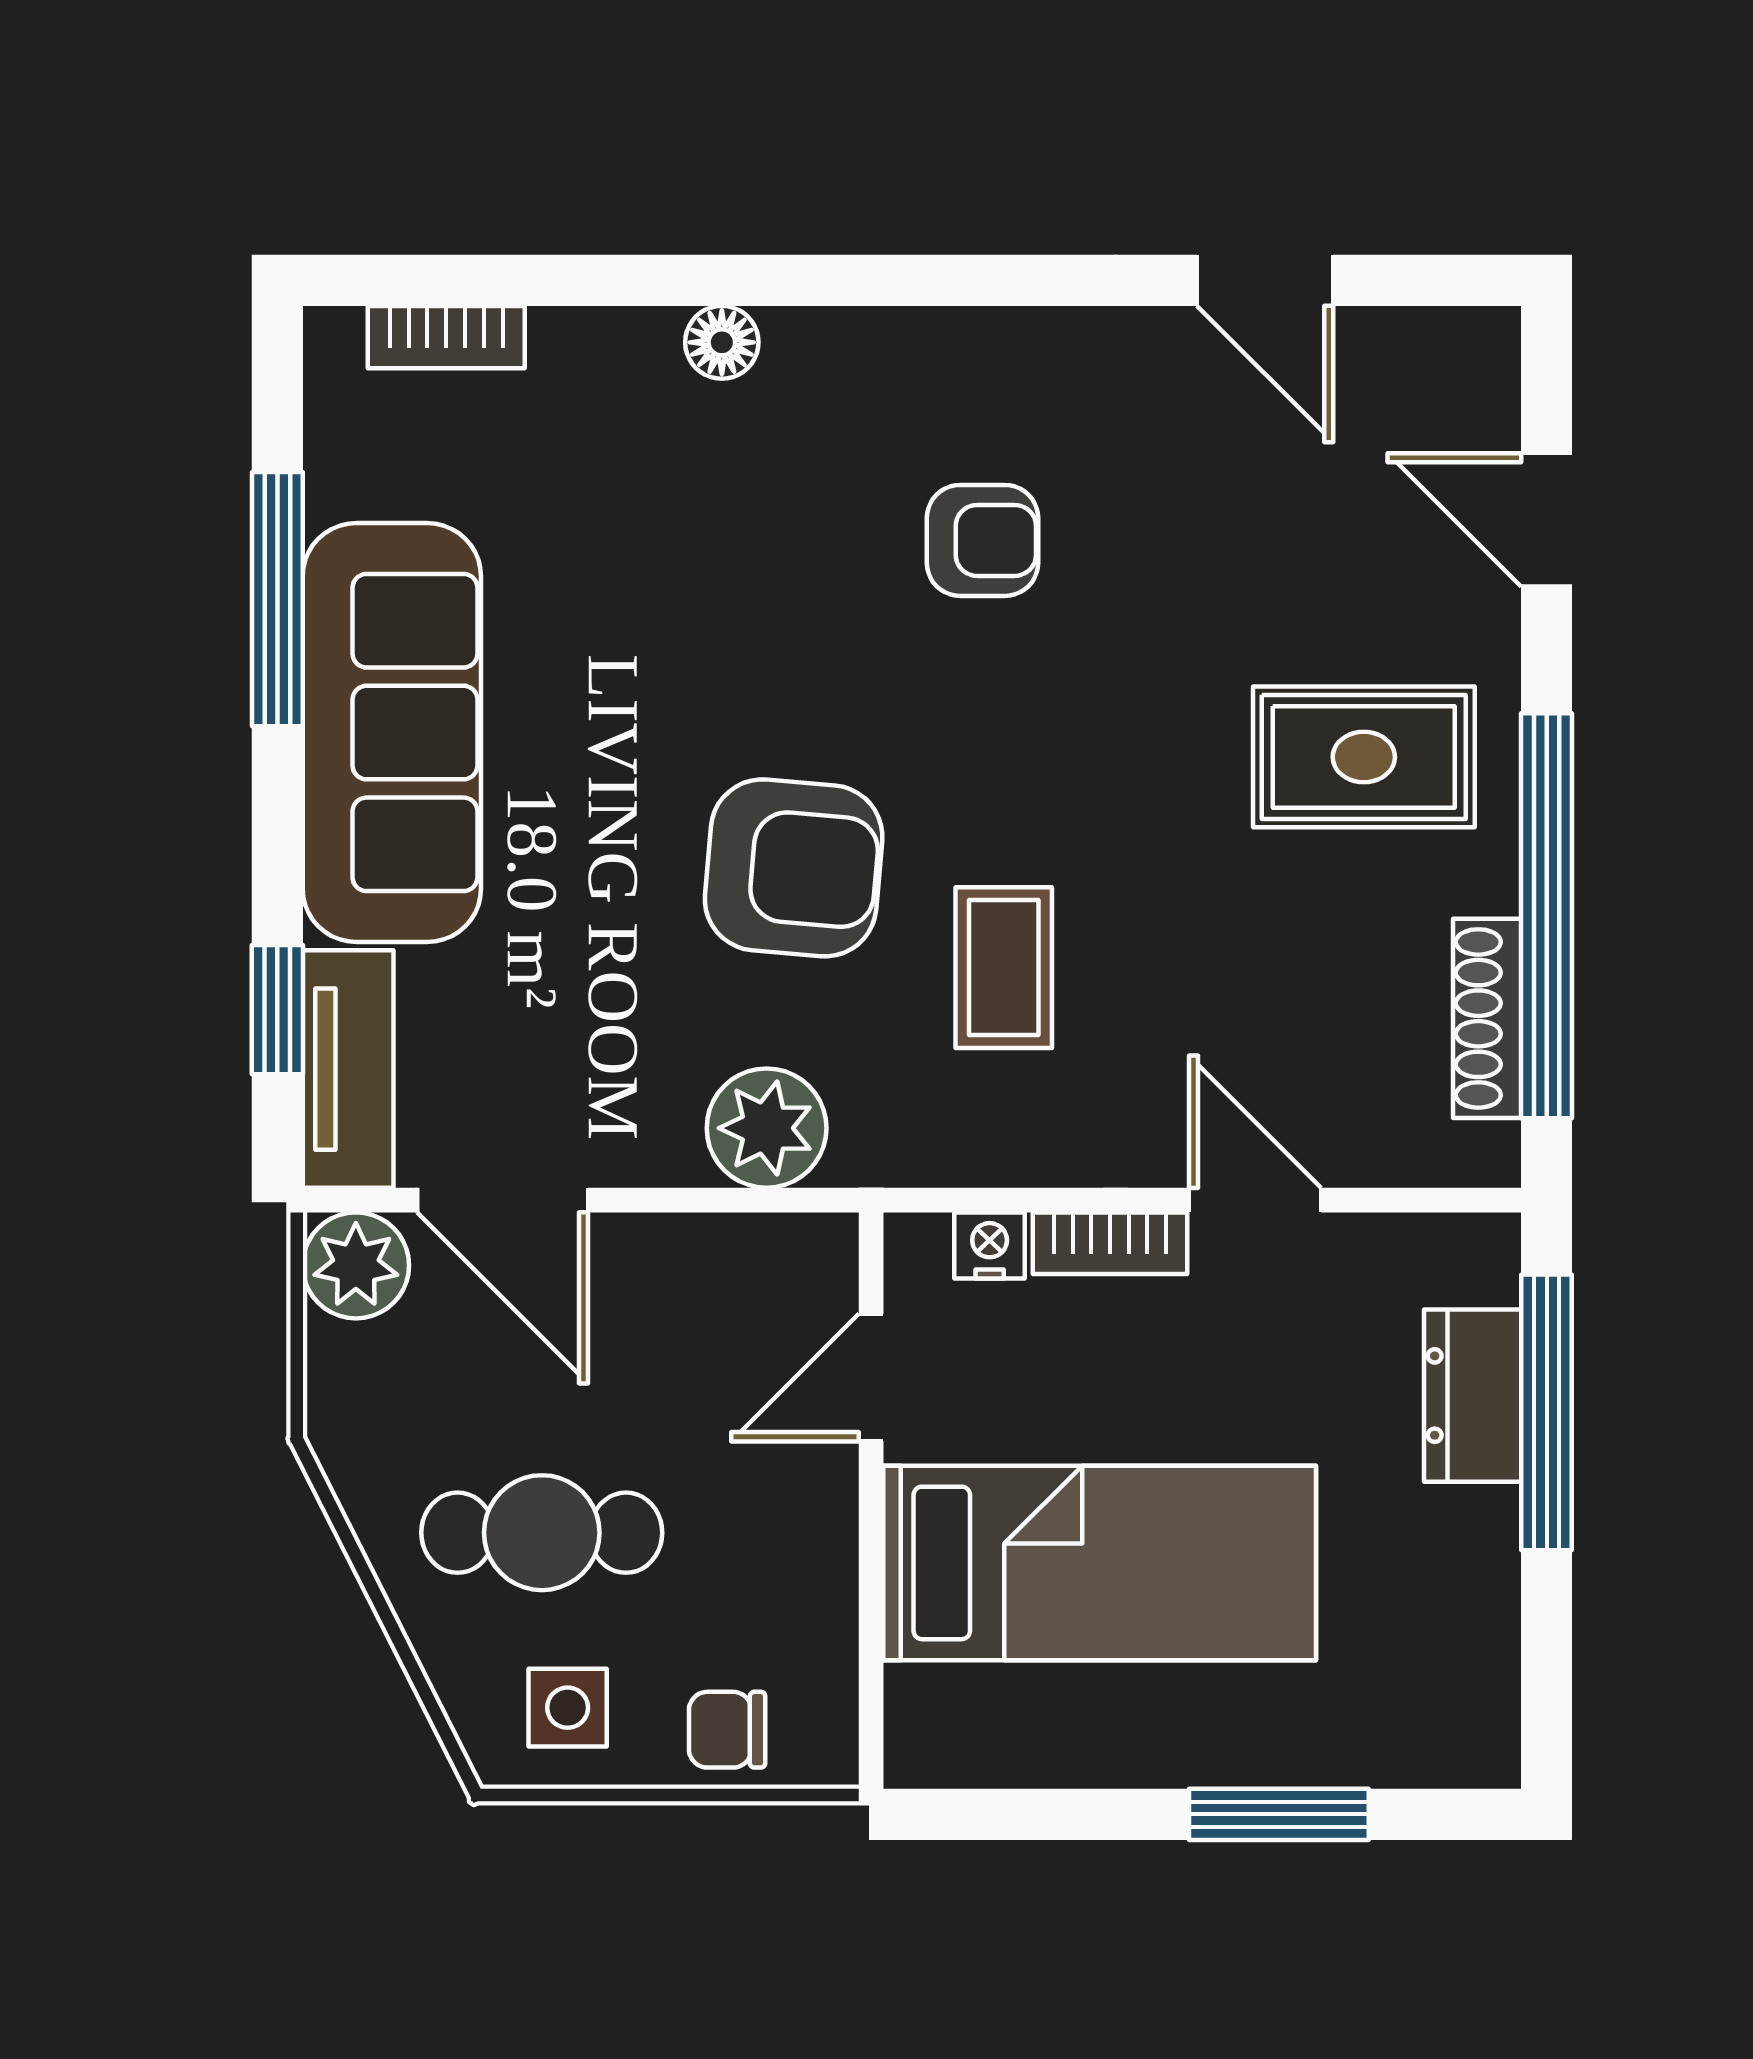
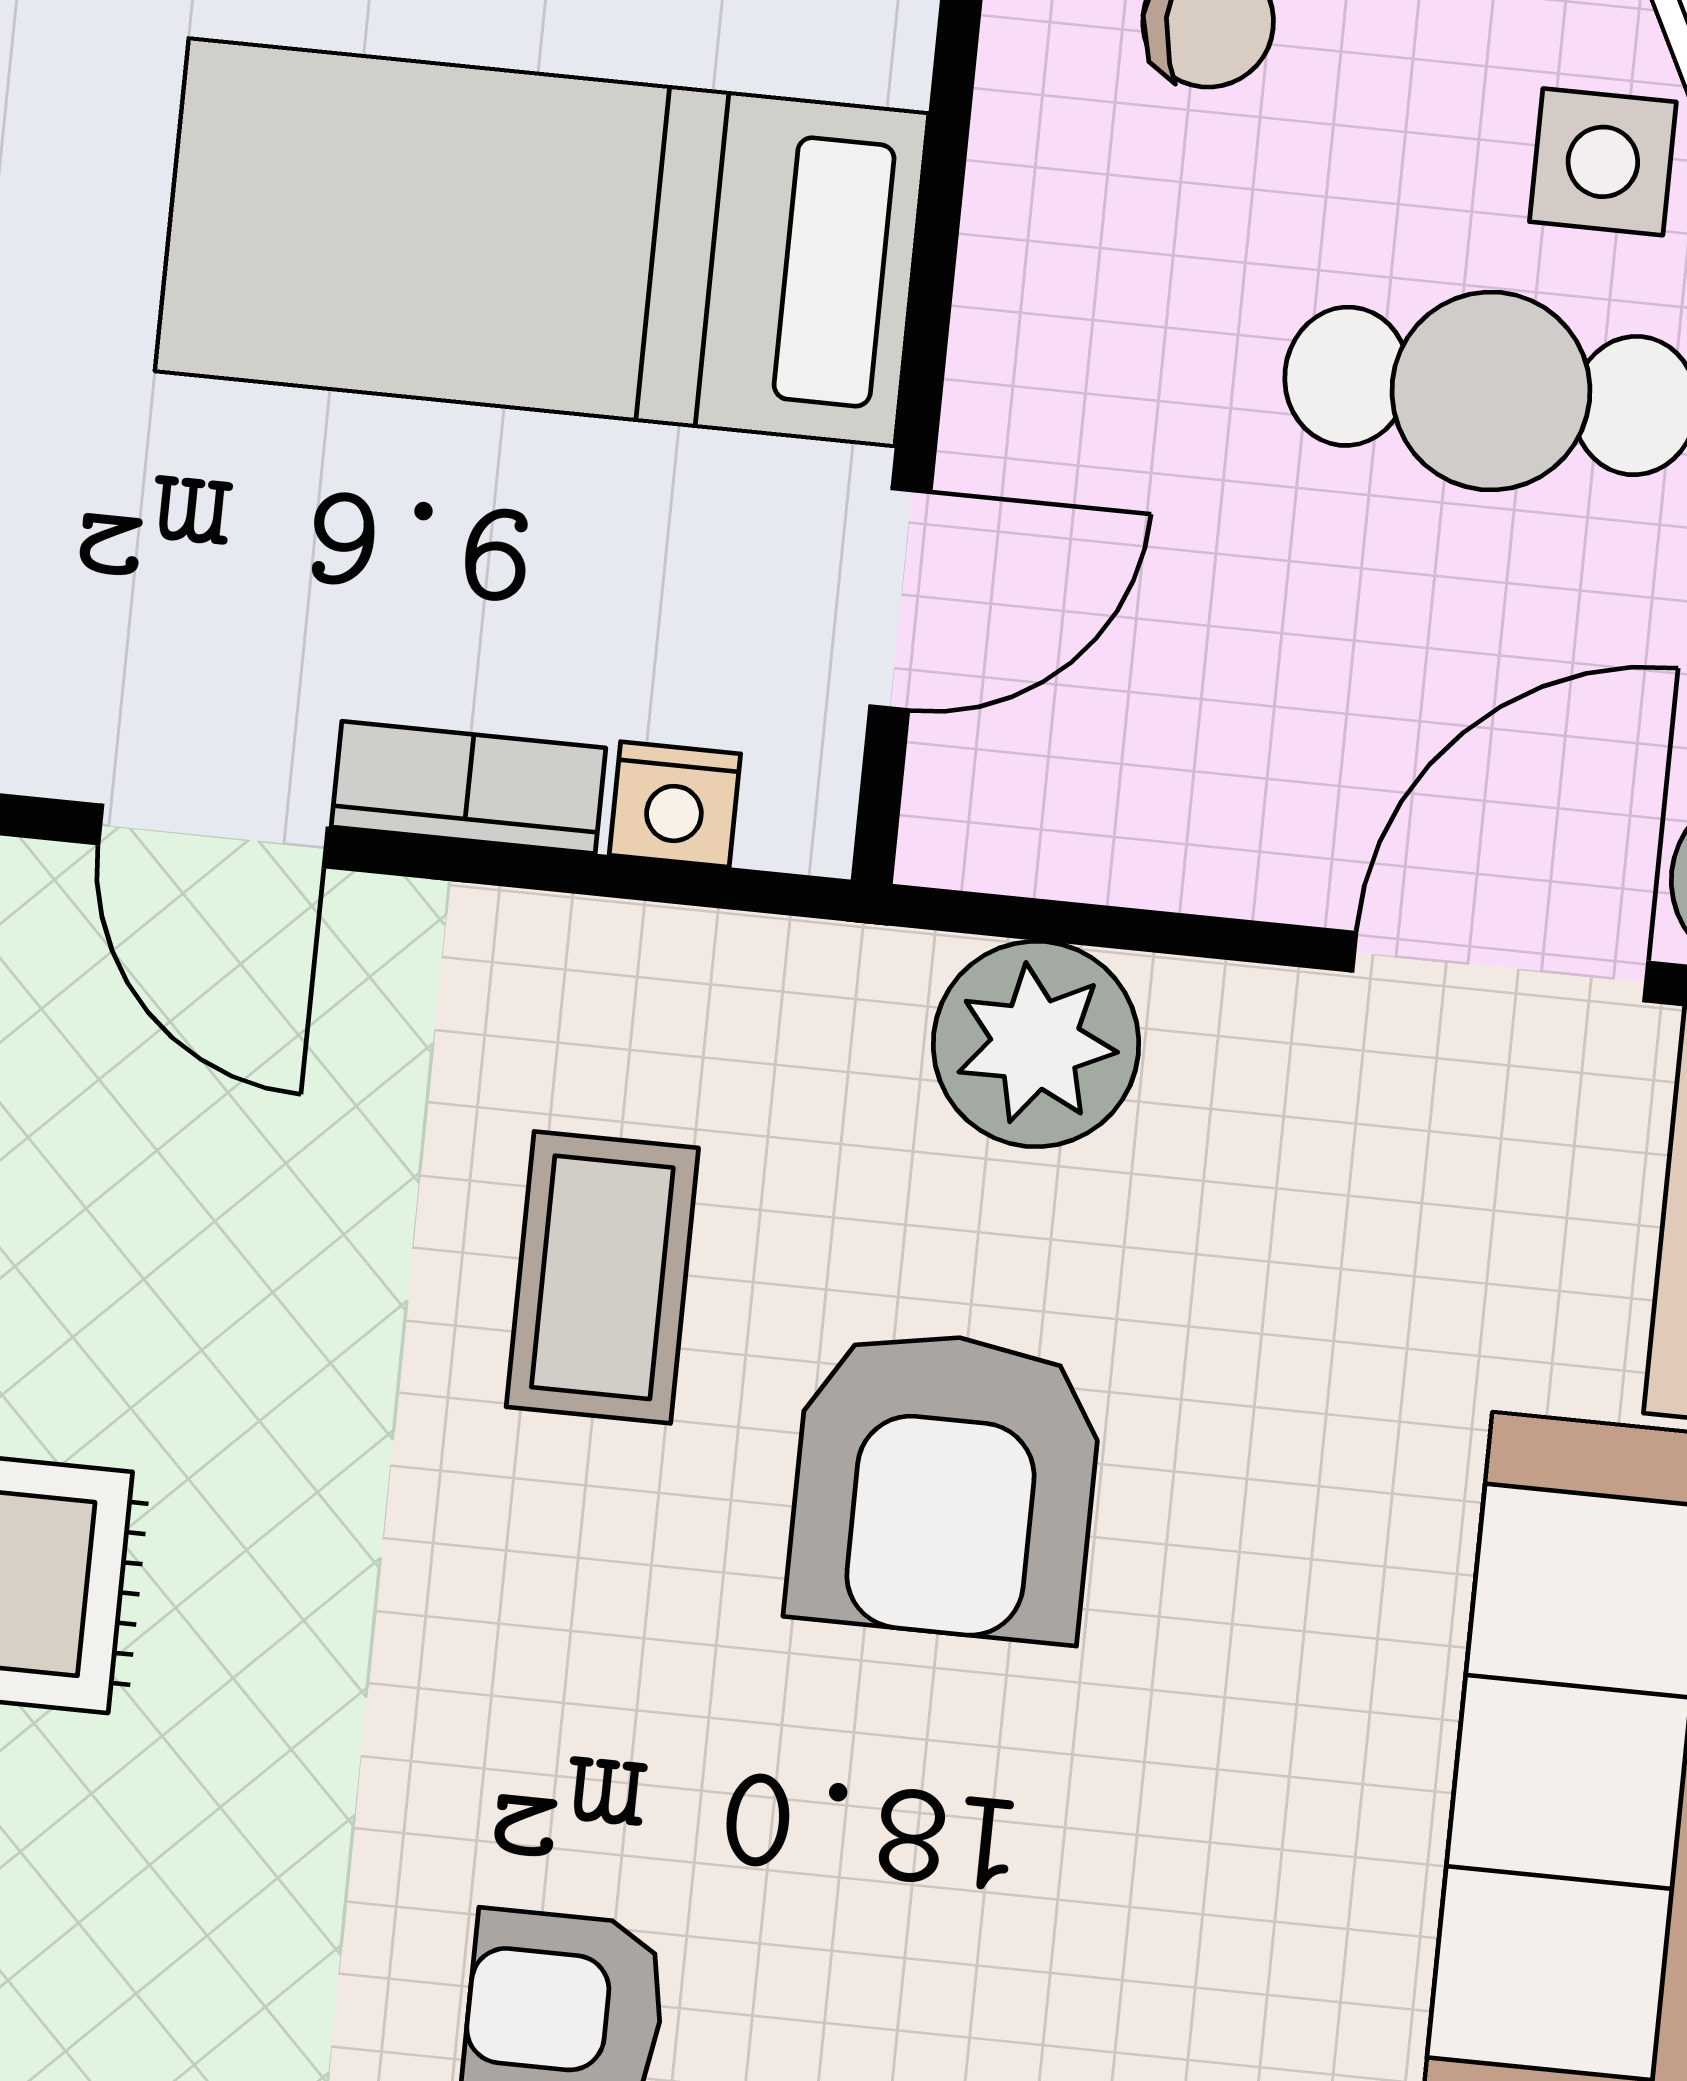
armchair: (794, 868) -> (945, 1484), turned -95
door: (503, 1200) -> (1500, 967), hinge flipped
side table: (568, 1708) -> (1603, 162), moved

